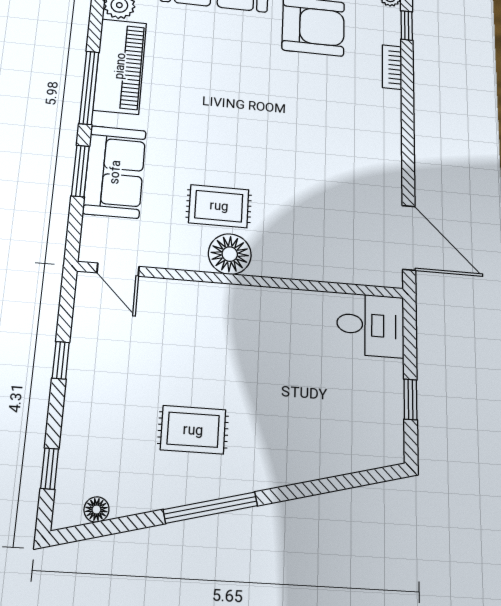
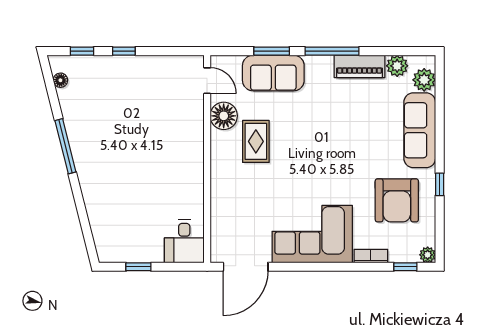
piano: (120, 66) -> (359, 66), width x0.73, depth x0.75
corner sofa: (360, 141) -> (312, 234), added
floor lamp: (230, 254) -> (224, 116), moved
door: (118, 270) -> (207, 81), swing flipped
window: (61, 360) -> (124, 51), moved
rug: (193, 430) -> (110, 133), removed

